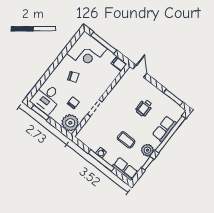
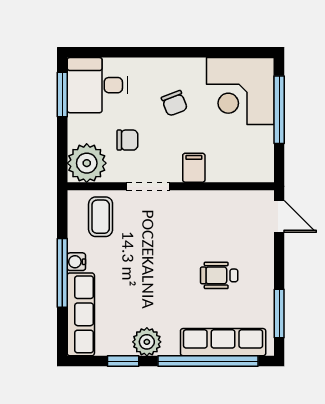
filing cabinet: (119, 64) -> (194, 168), moved
door: (140, 71) -> (279, 216), hinge flipped
row of seats: (164, 129) -> (223, 342), width x1.48
coffee table: (126, 140) -> (101, 217), moved
row of seats: (125, 169) -> (81, 314), width x1.48

